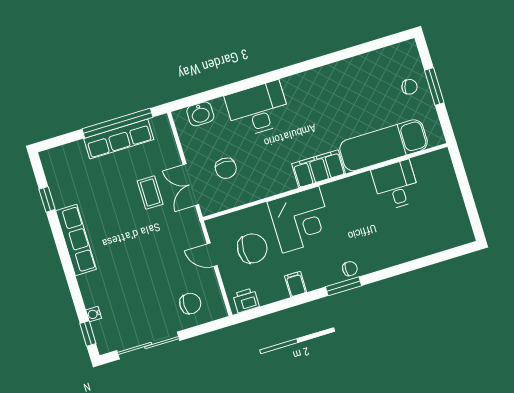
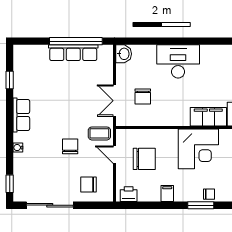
washbasin: (200, 114) -> (124, 54), moved, turned -90
coffee table: (150, 193) -> (99, 133), moved, turned 90
corner desk: (301, 220) -> (198, 149), moved
row of seats: (76, 240) -> (21, 115), width x0.68
chair: (151, 261) -> (70, 146), added
chair: (190, 304) -> (89, 185), turned 180
water cooler: (94, 314) -> (18, 148), moved

